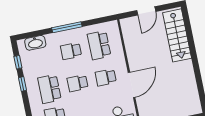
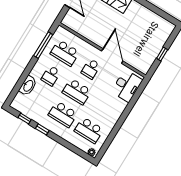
window: (67, 27) -> (43, 45), moved
washbasin: (35, 43) -> (28, 86), moved
school desk: (78, 83) -> (77, 92), width x1.85

